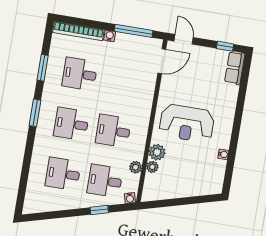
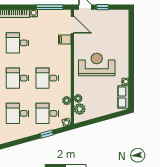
window: (225, 46) -> (102, 7), moved
door: (162, 61) -> (72, 25), hinge flipped
row of seats: (235, 68) -> (123, 97), moved
filing cabinet: (147, 80) -> (65, 39), added
reception desk: (187, 123) -> (97, 64), turned 180
plant: (157, 152) -> (80, 109), moved

